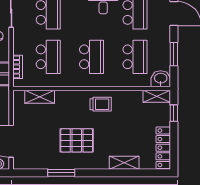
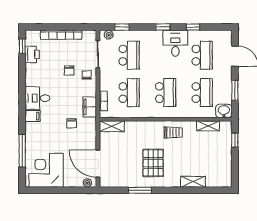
shelving: (157, 96) -> (208, 126), moved
shelving: (40, 97) -> (112, 126), moved
pallet: (77, 140) -> (153, 163), turned 90
locker: (163, 148) -> (226, 169), removed

